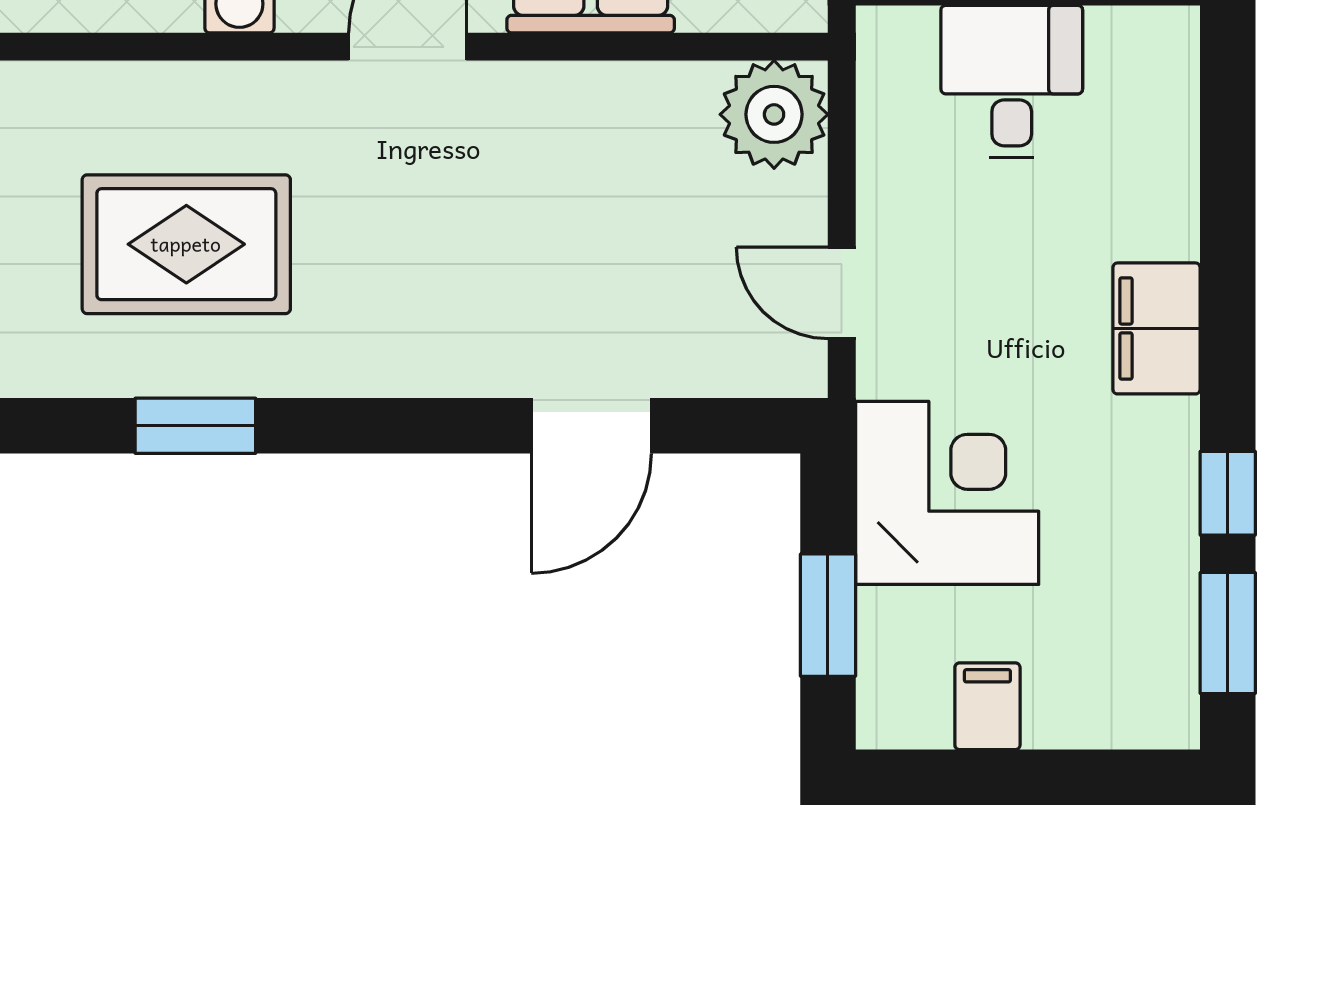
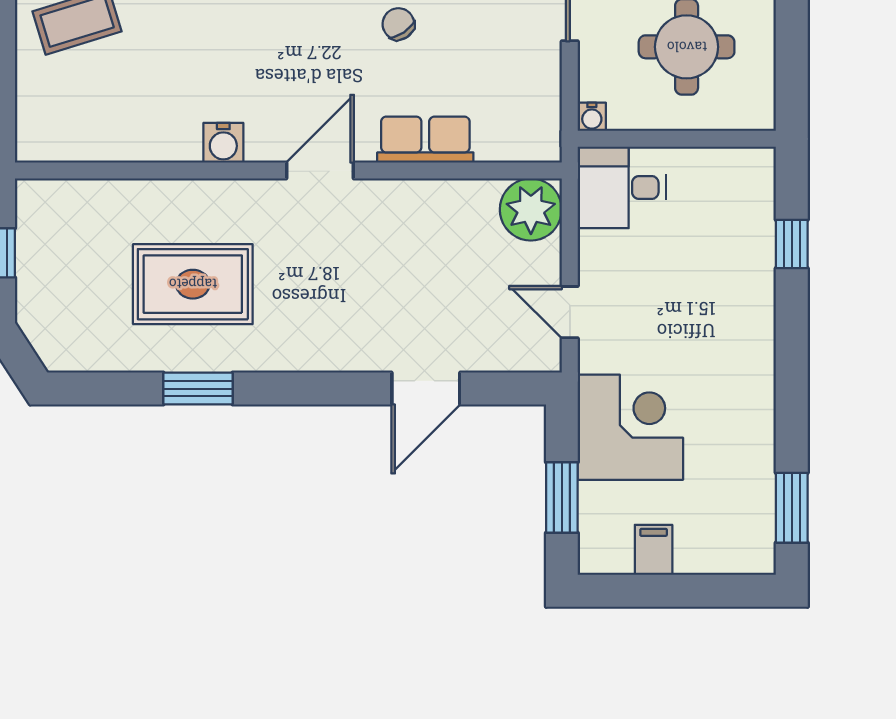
desk: (1012, 82) -> (622, 187), moved, turned -90
filing cabinet: (1157, 328) -> (751, 333), removed
window: (1228, 493) -> (792, 244), moved

